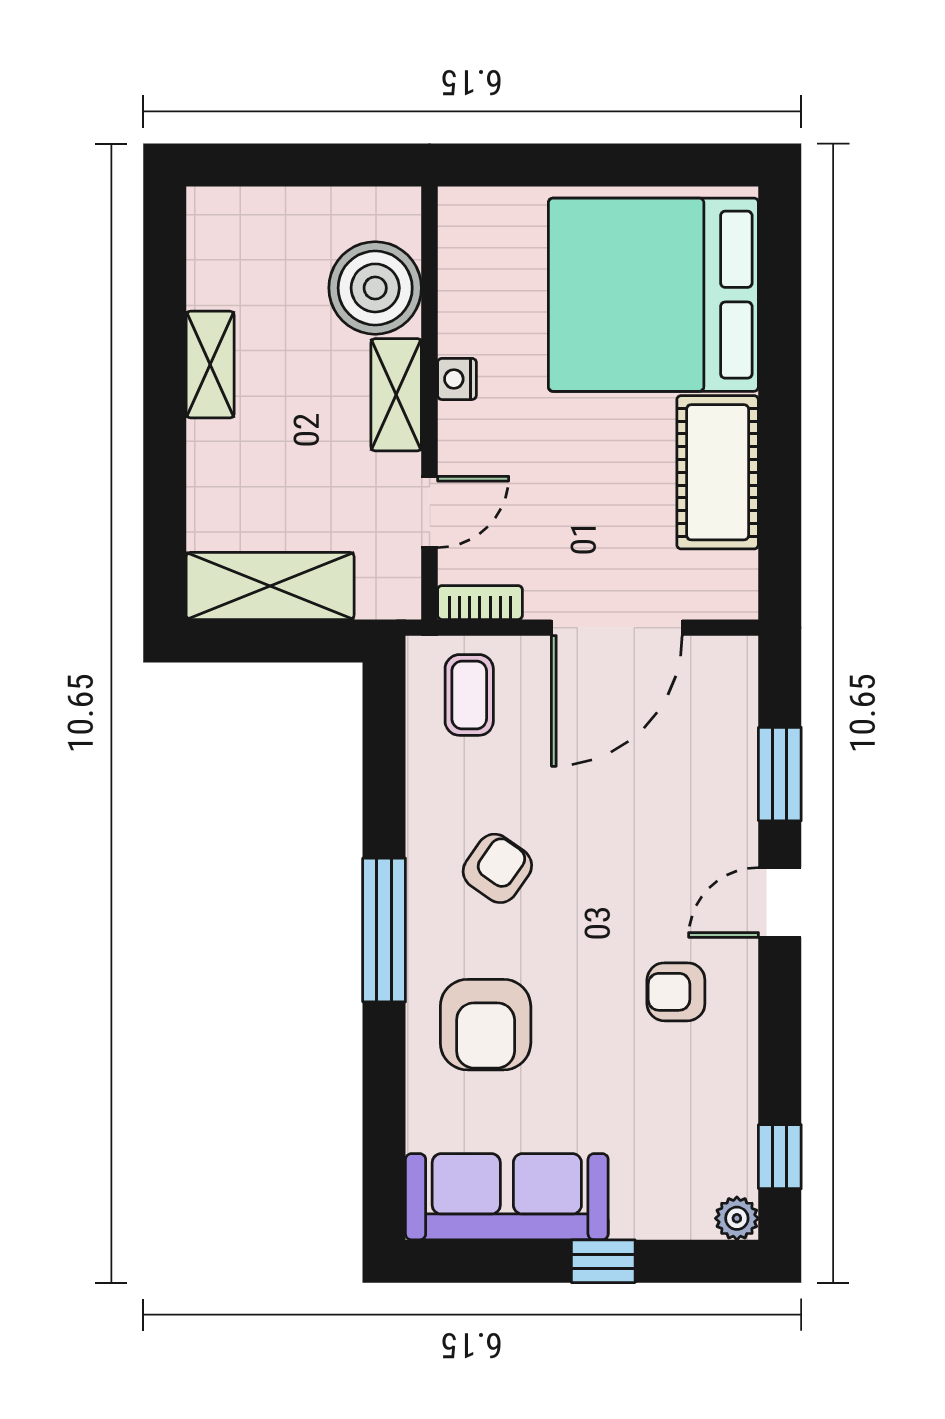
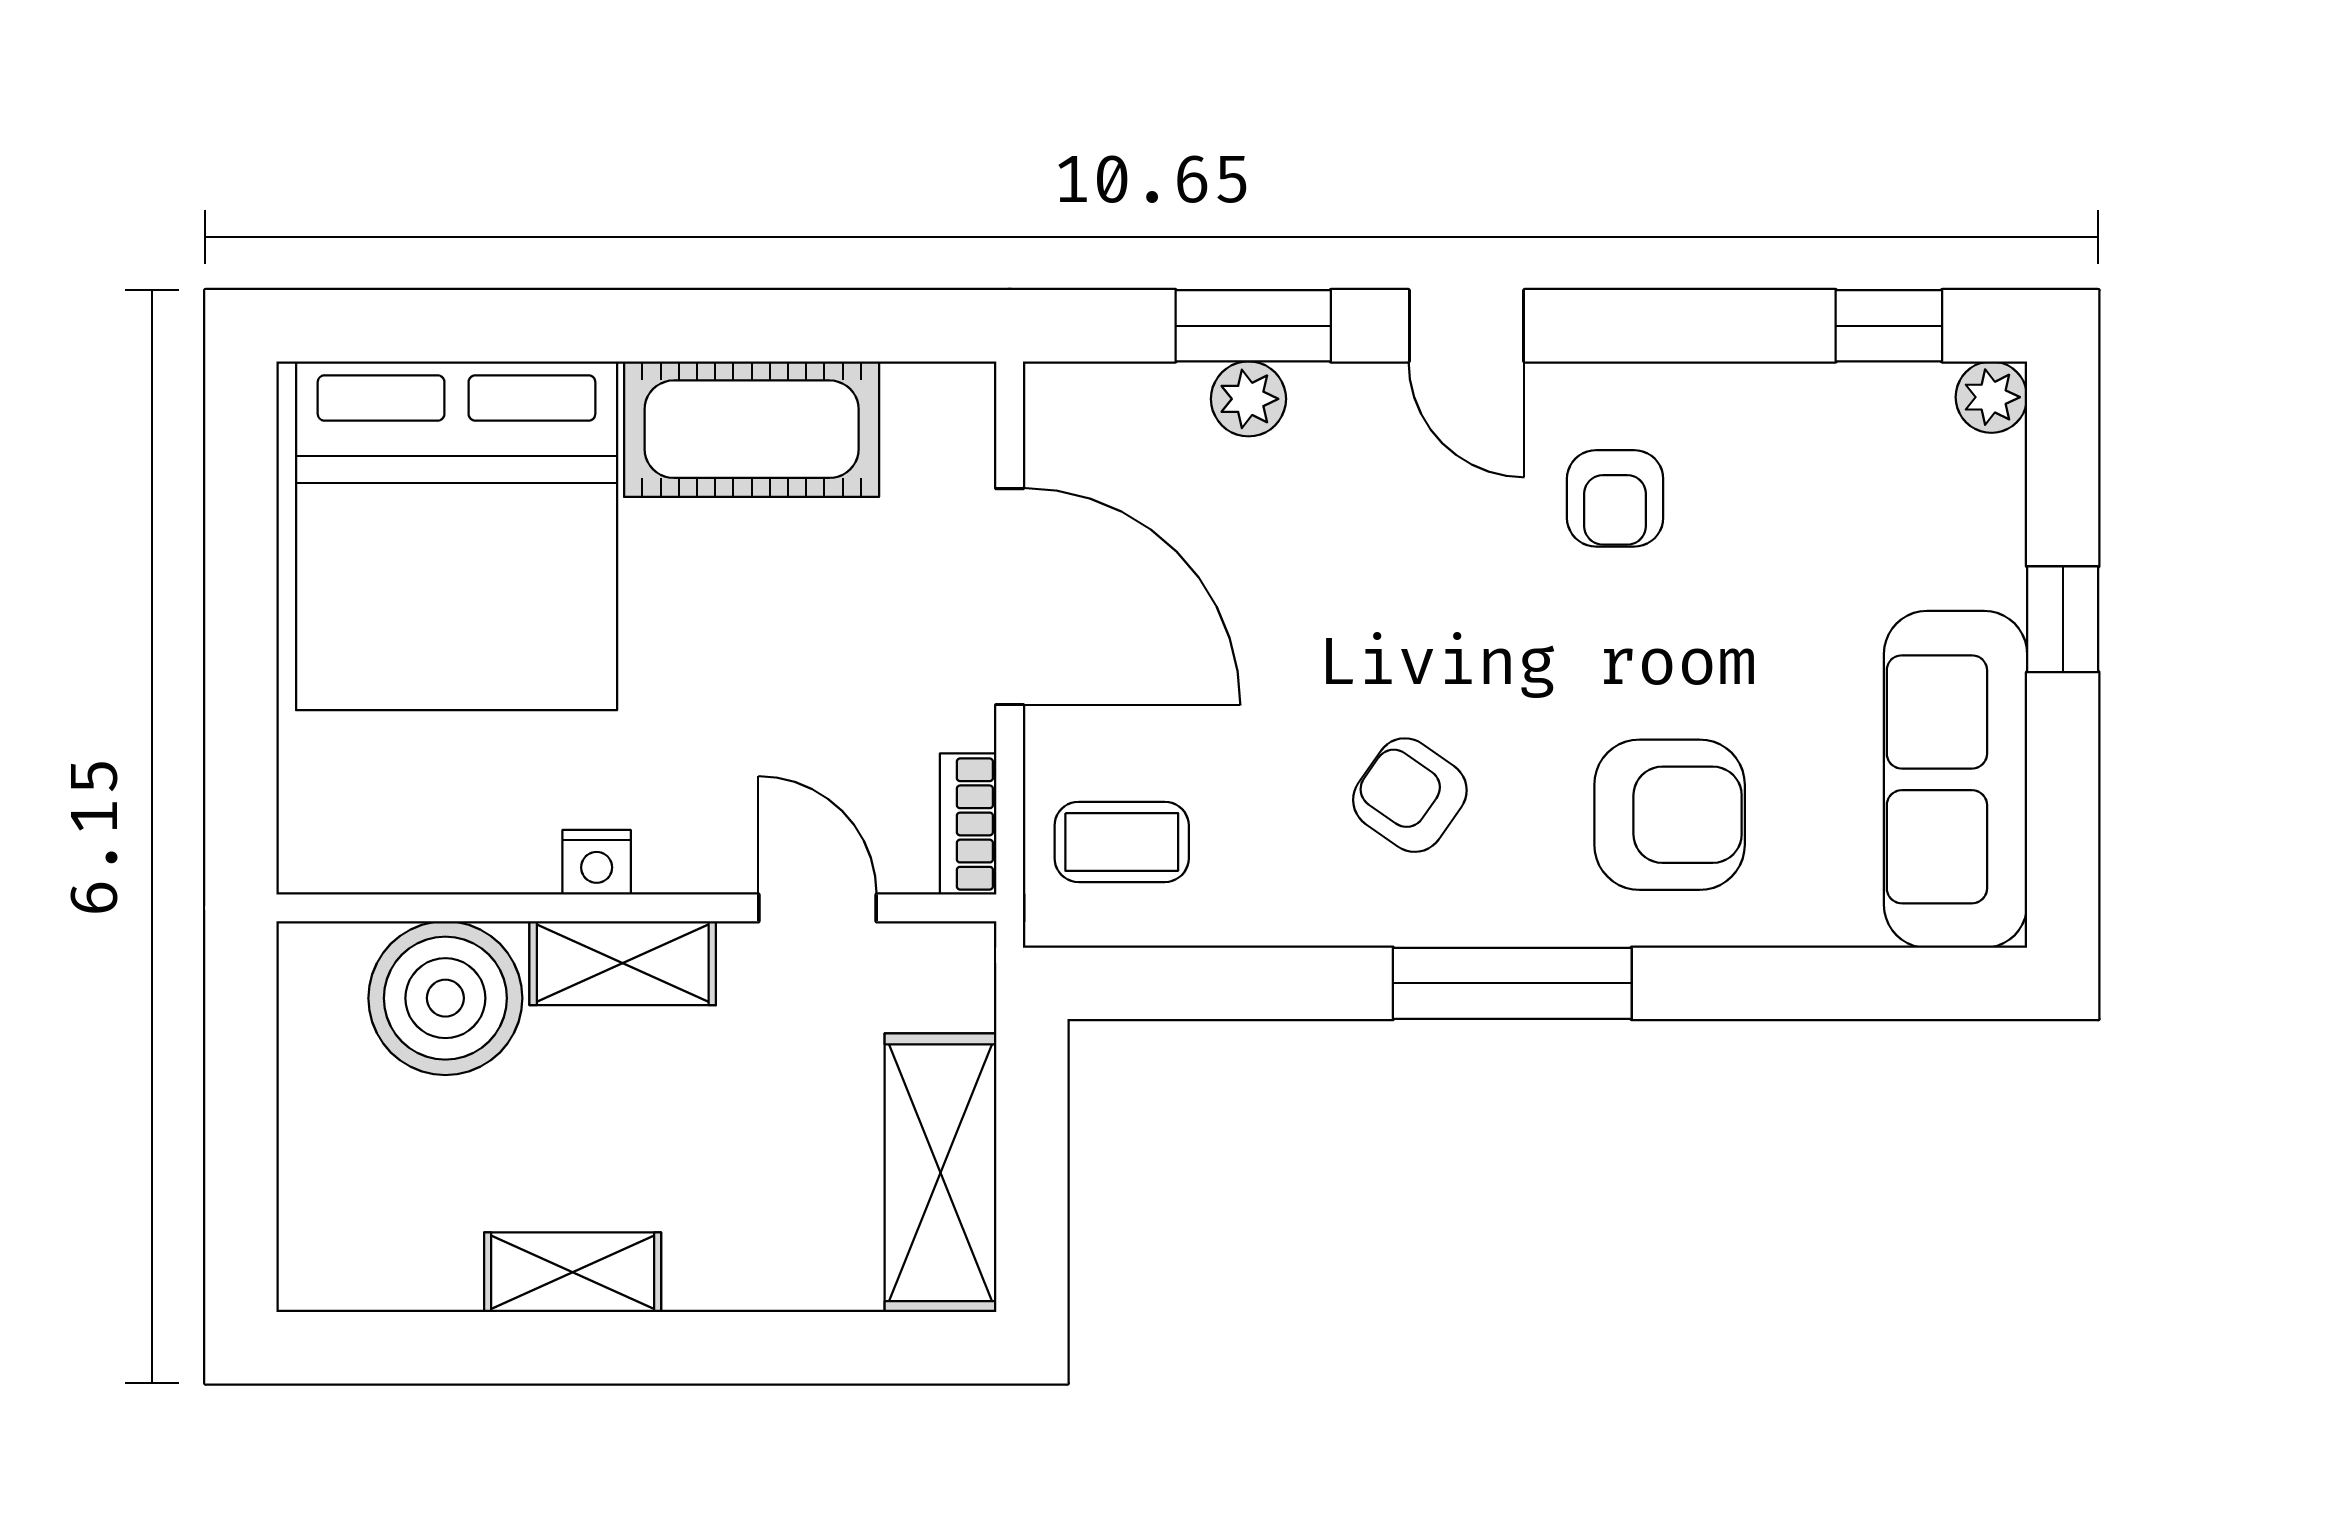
plant: (736, 771) -> (1248, 399), added

